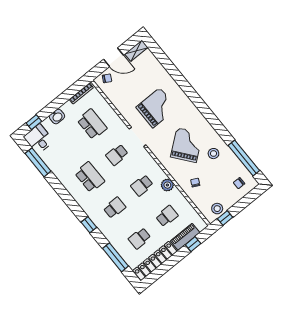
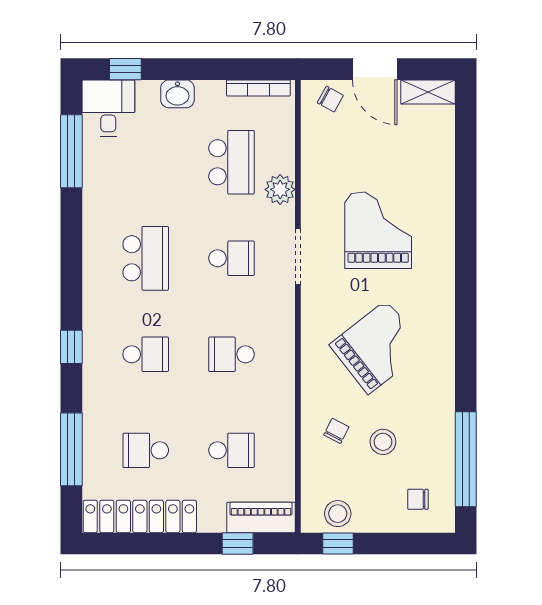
grand piano: (156, 108) -> (378, 230), turned -90
stool: (213, 154) -> (383, 442), moved
school desk: (117, 155) -> (231, 258), turned 180
plant: (167, 185) -> (280, 189), moved
piano: (185, 237) -> (261, 518), moved

